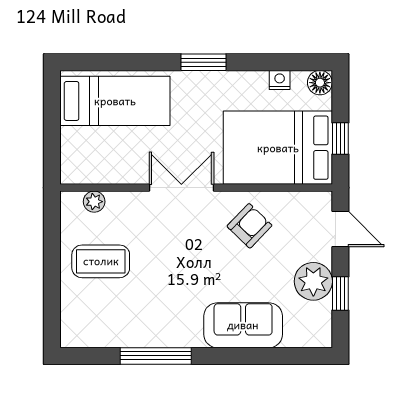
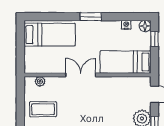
window: (340, 138) -> (154, 39), moved
bed: (278, 148) -> (125, 62), width x0.67
armchair: (249, 226) -> (112, 93), removed

